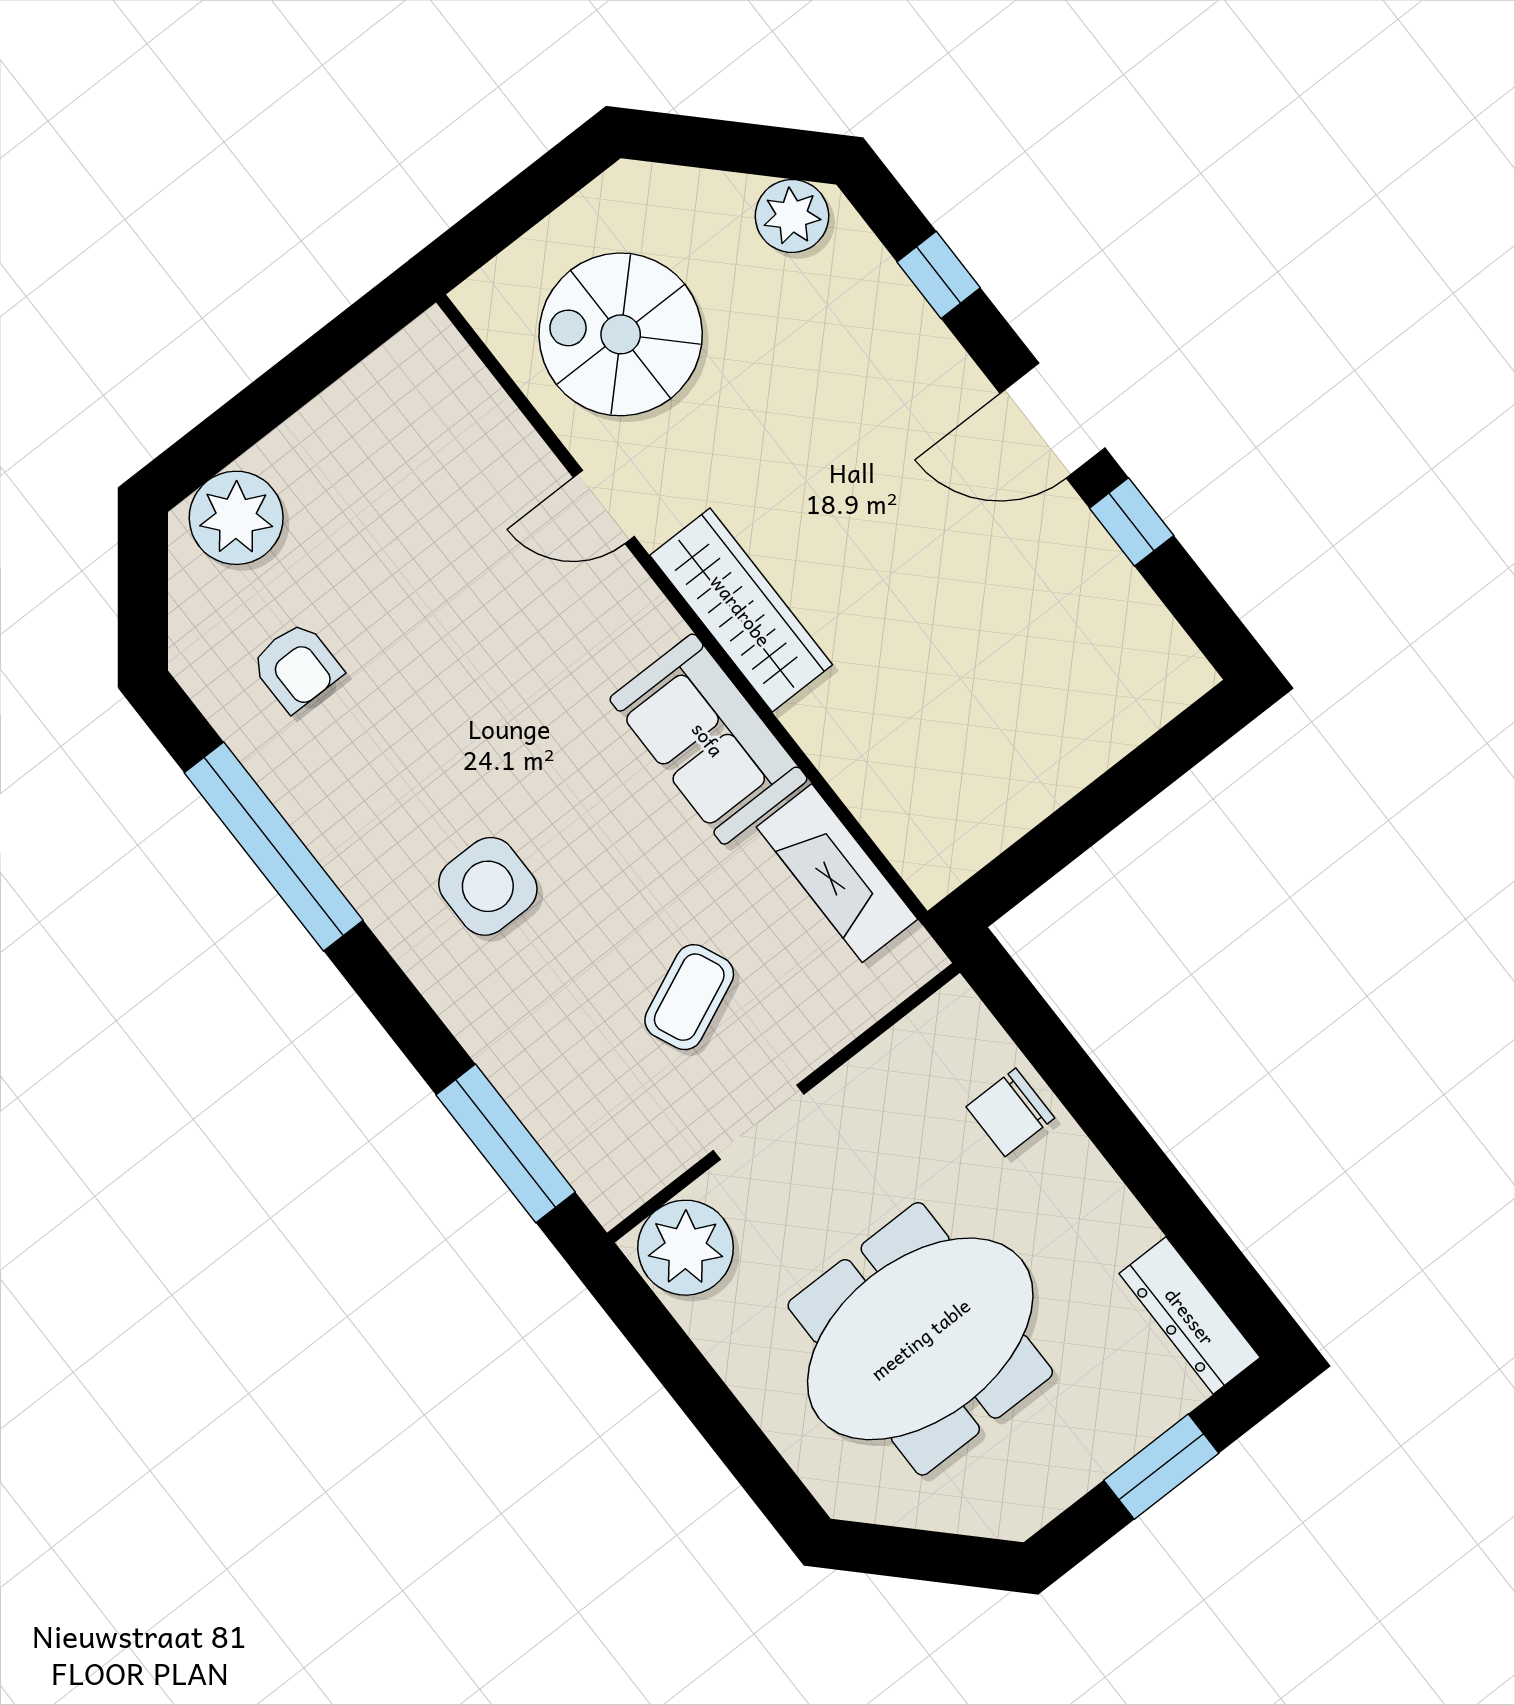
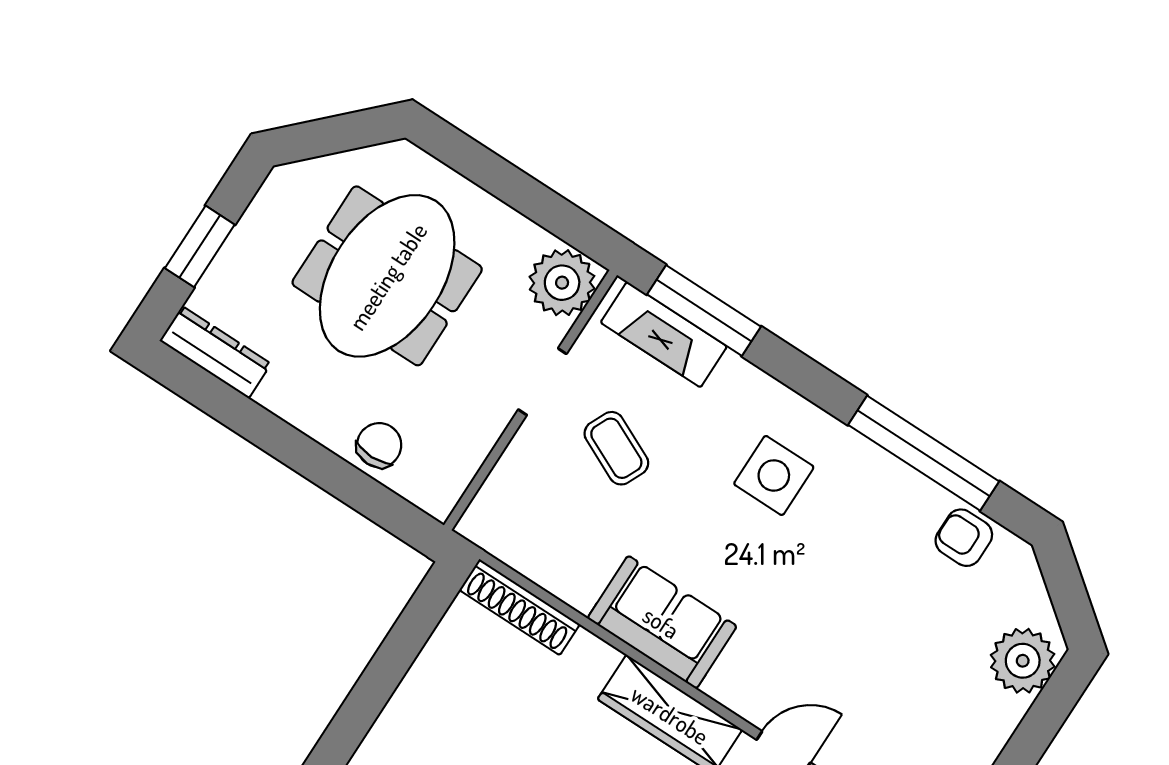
armchair: (297, 667) -> (964, 538), moved
shoe rack: (895, 826) -> (520, 607), added
fireplace: (837, 873) -> (664, 335), moved, turned 180
coffee table: (689, 997) -> (616, 448), turned -41

